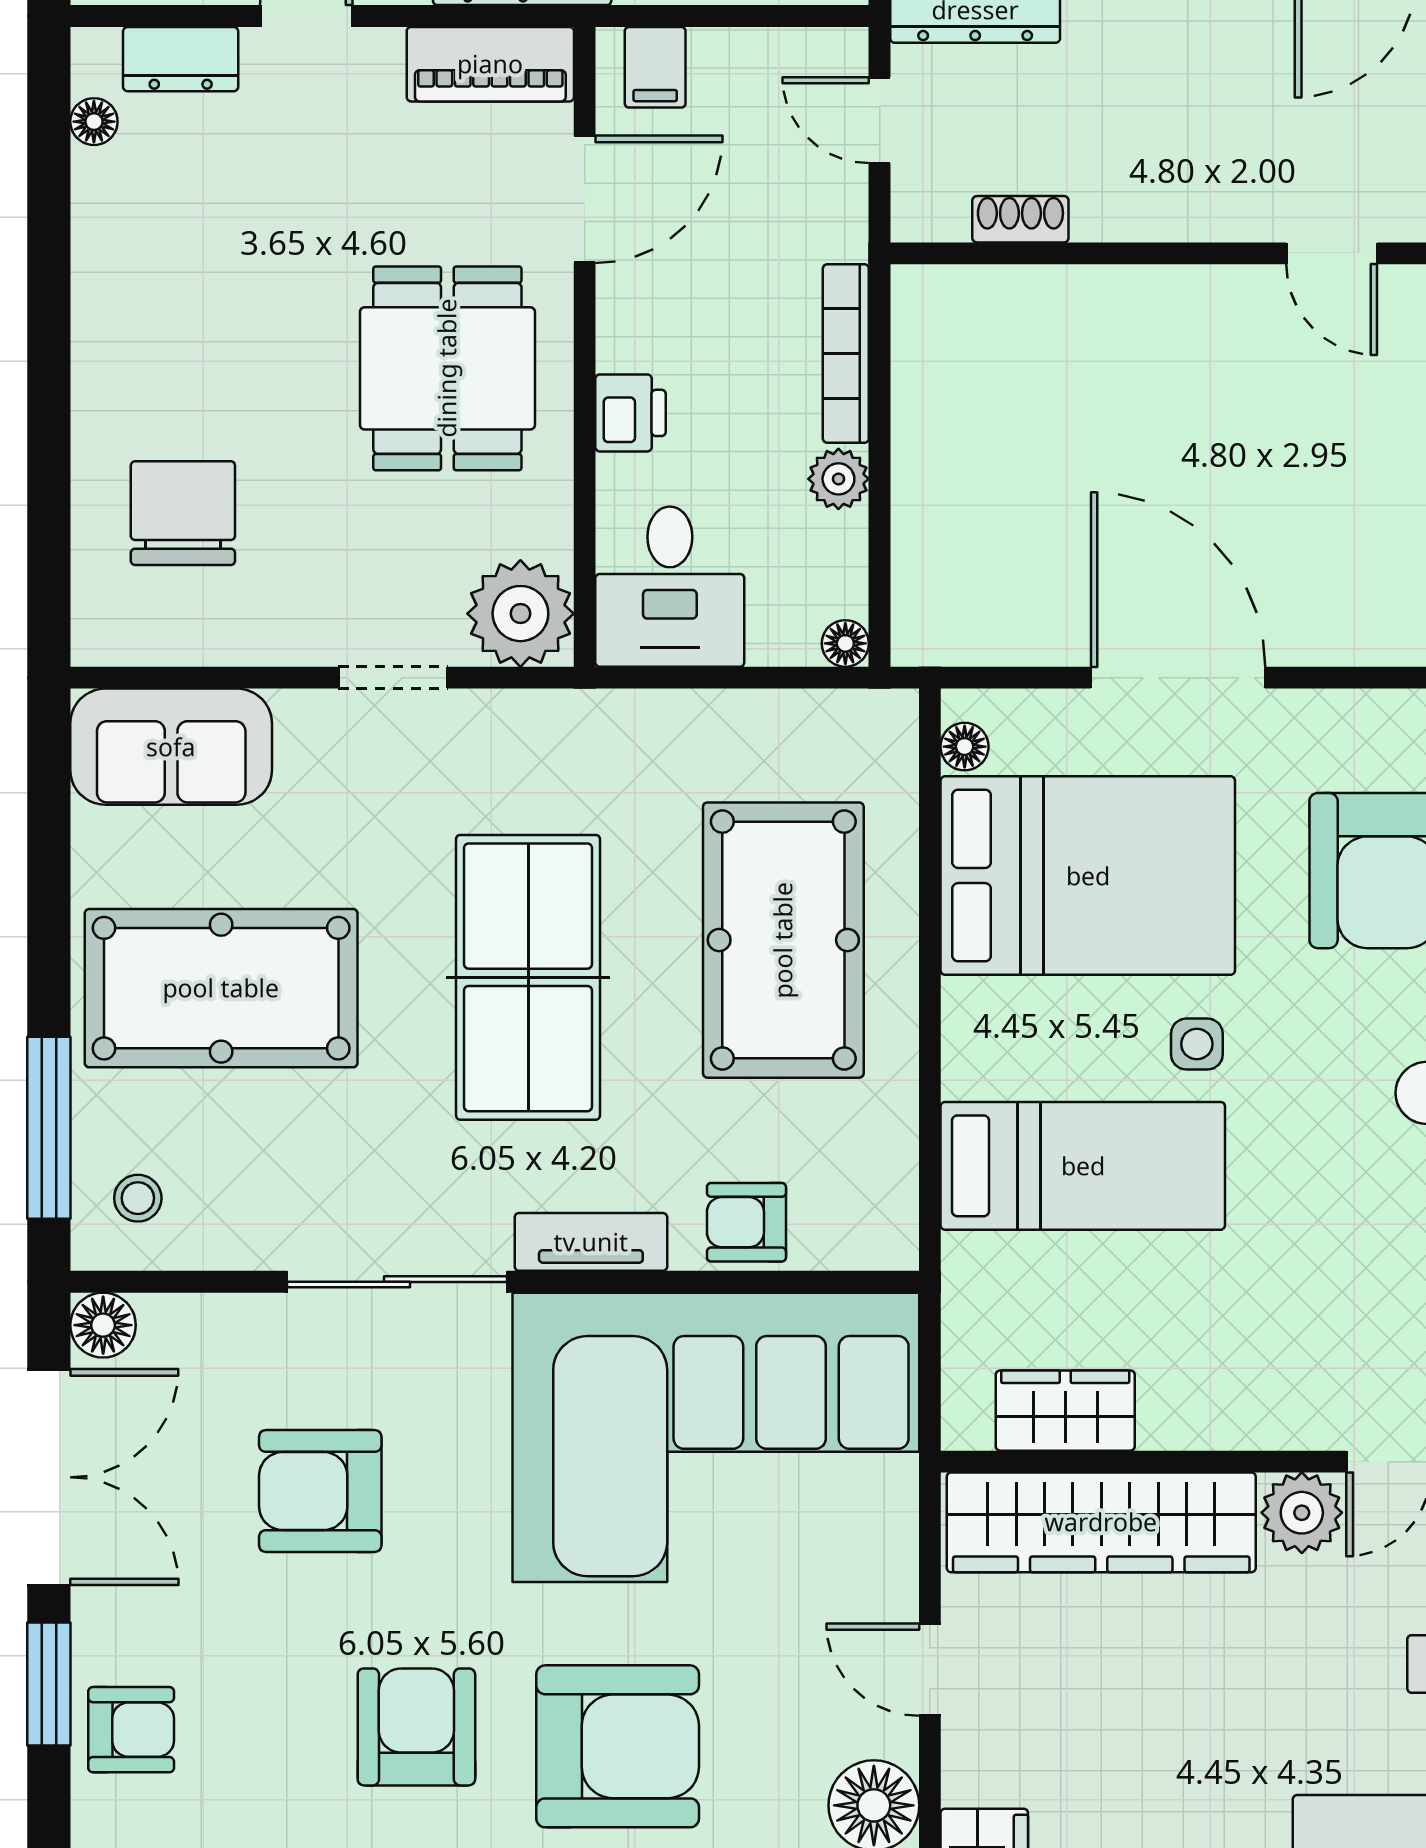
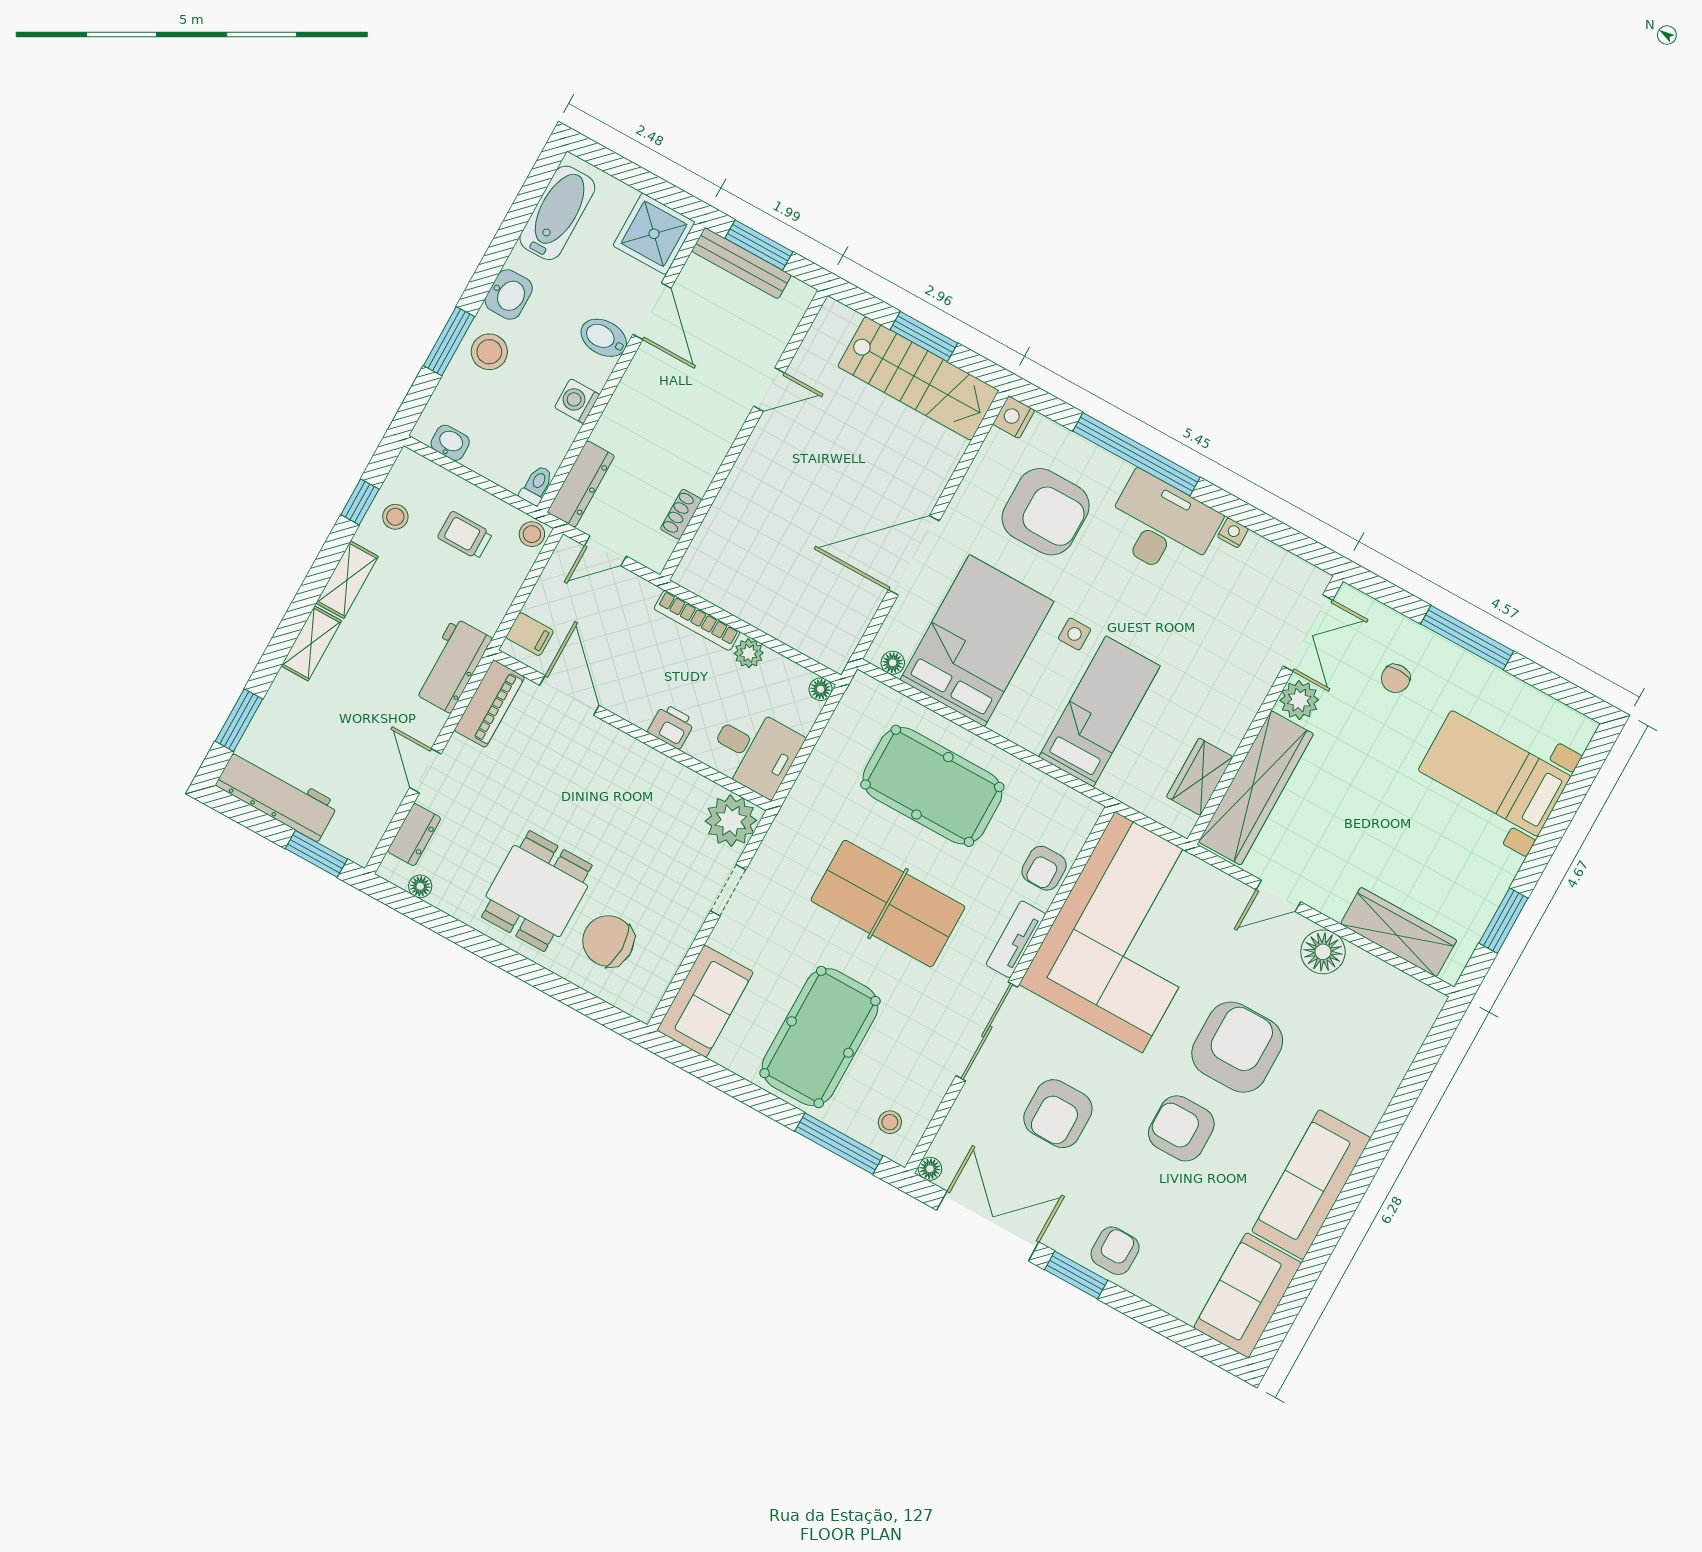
dining table: (447, 368) -> (537, 891), moved, turned 90
floor lamp: (103, 1325) -> (930, 1169), width x0.73, depth x0.73

